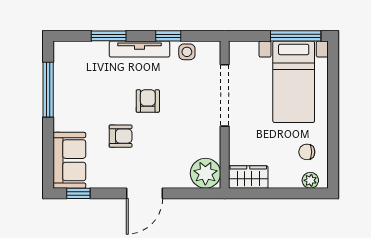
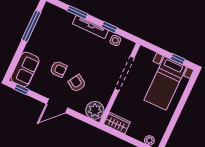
window: (296, 36) -> (178, 59), width x0.46
armchair: (148, 101) -> (77, 83), moved, turned -58
chair: (307, 152) -> (155, 124), removed

